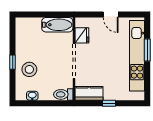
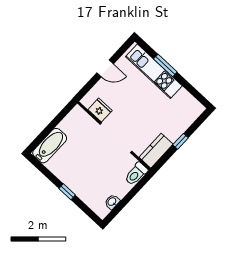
bathtub: (57, 25) -> (50, 146), moved
kitchen unit: (137, 56) -> (154, 71), width x0.73
stool: (29, 69) -> (87, 183), removed

